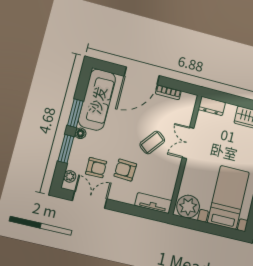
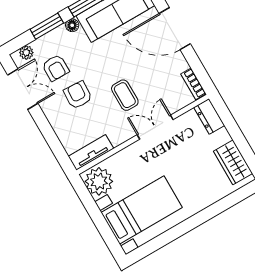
bookcase: (168, 92) -> (193, 84), moved
coffee table: (152, 142) -> (125, 95), turned 52
tv unit: (153, 203) -> (91, 152), moved, turned -90

